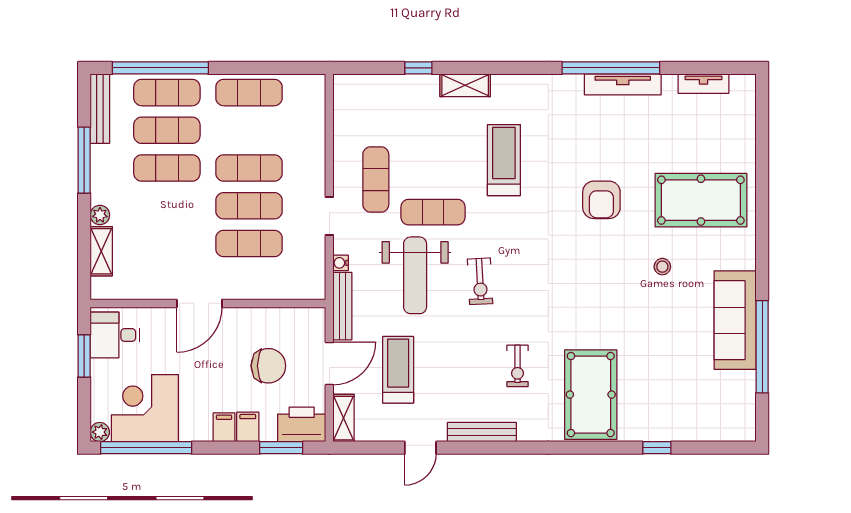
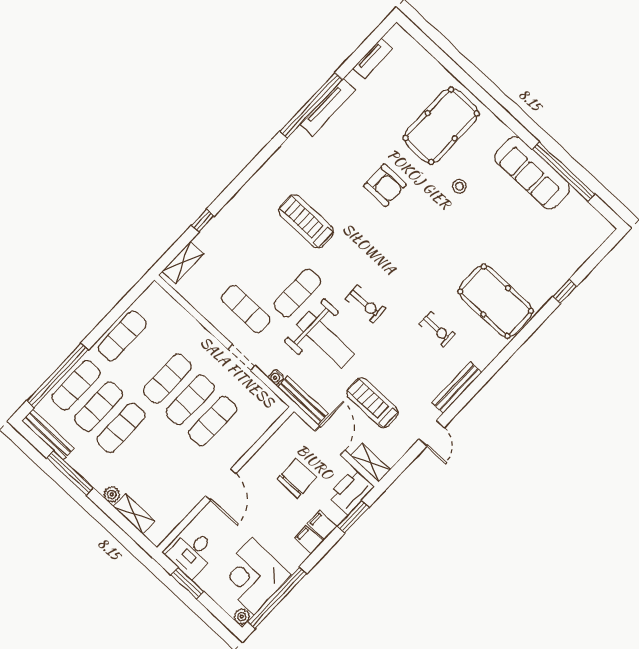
shelving: (465, 85) -> (183, 263), moved

